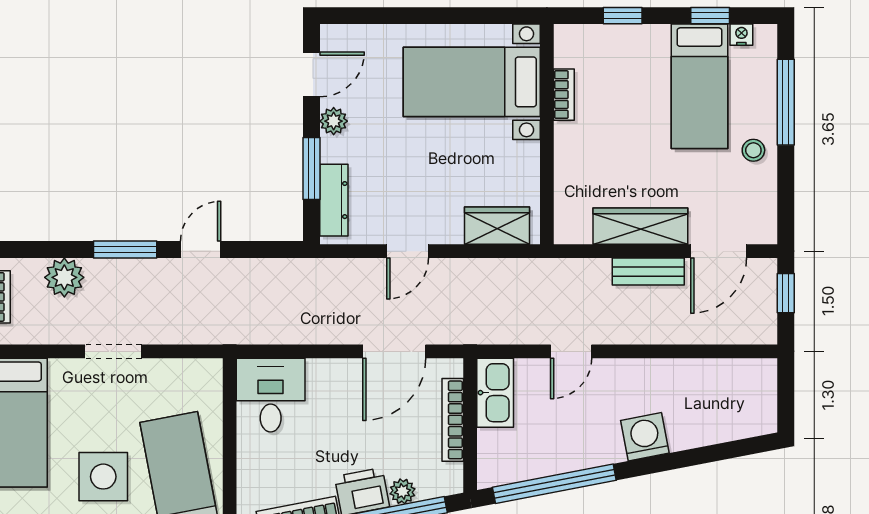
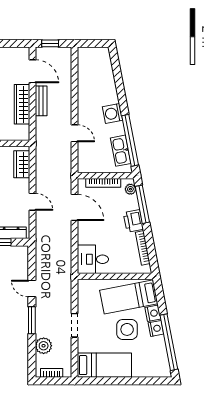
kitchen sink: (495, 393) -> (121, 151), moved, turned -101
washing machine: (645, 437) -> (112, 113), moved
plant: (402, 491) -> (130, 189), moved

